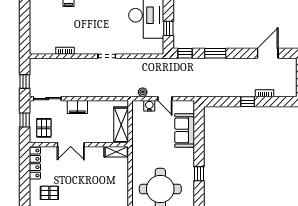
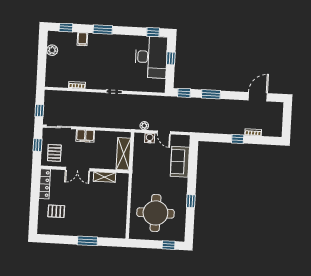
plant: (35, 13) -> (52, 50), added
window: (168, 28) -> (171, 58), moved
shelving: (116, 152) -> (104, 177), moved

